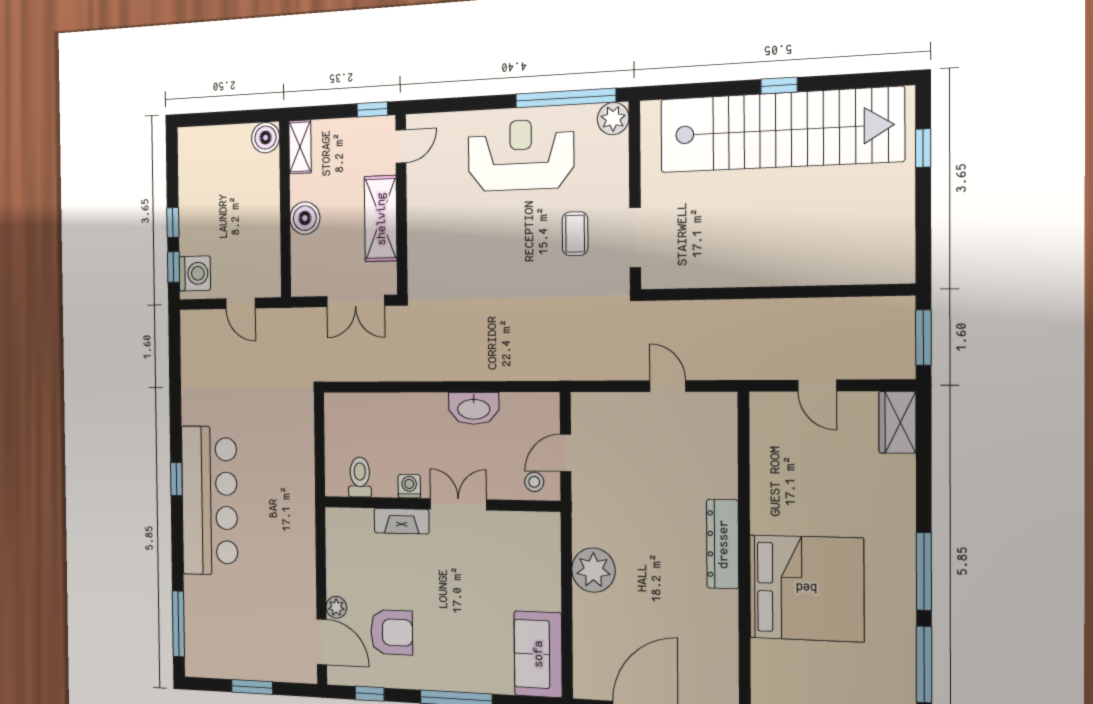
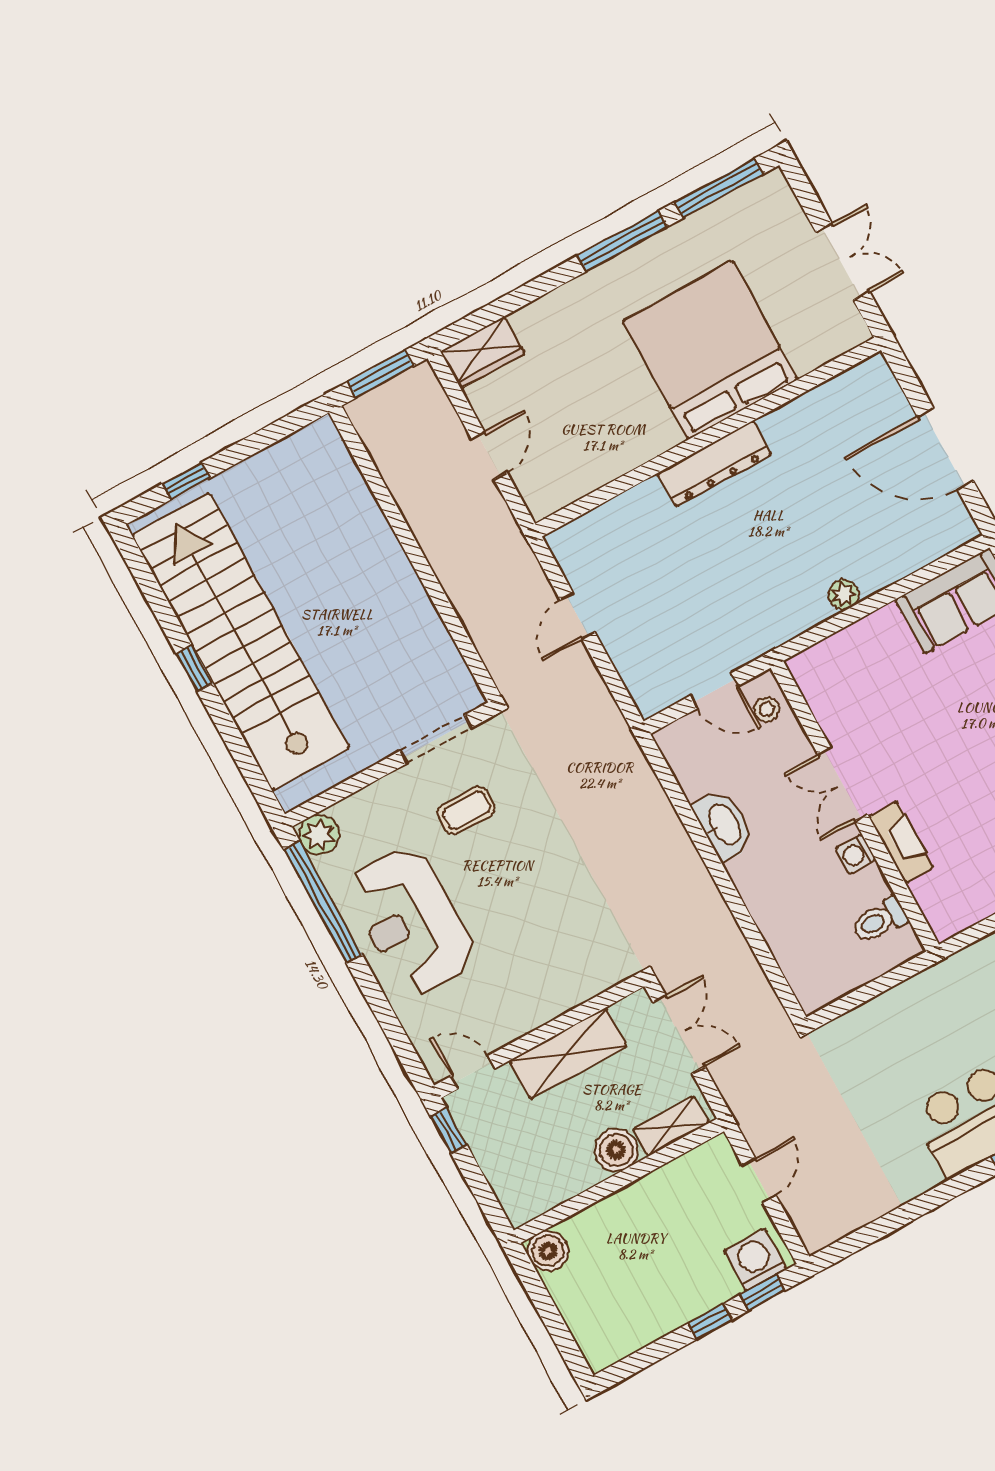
shelving: (300, 147) -> (671, 1126), moved
plant: (593, 570) -> (844, 594), width x0.53, depth x0.53

